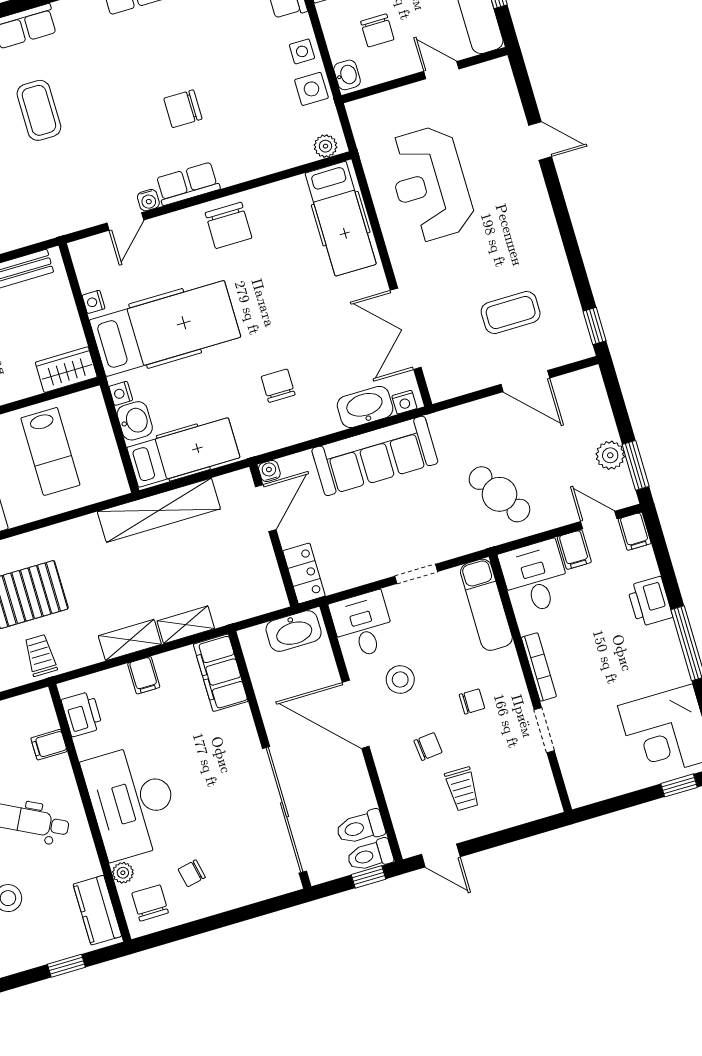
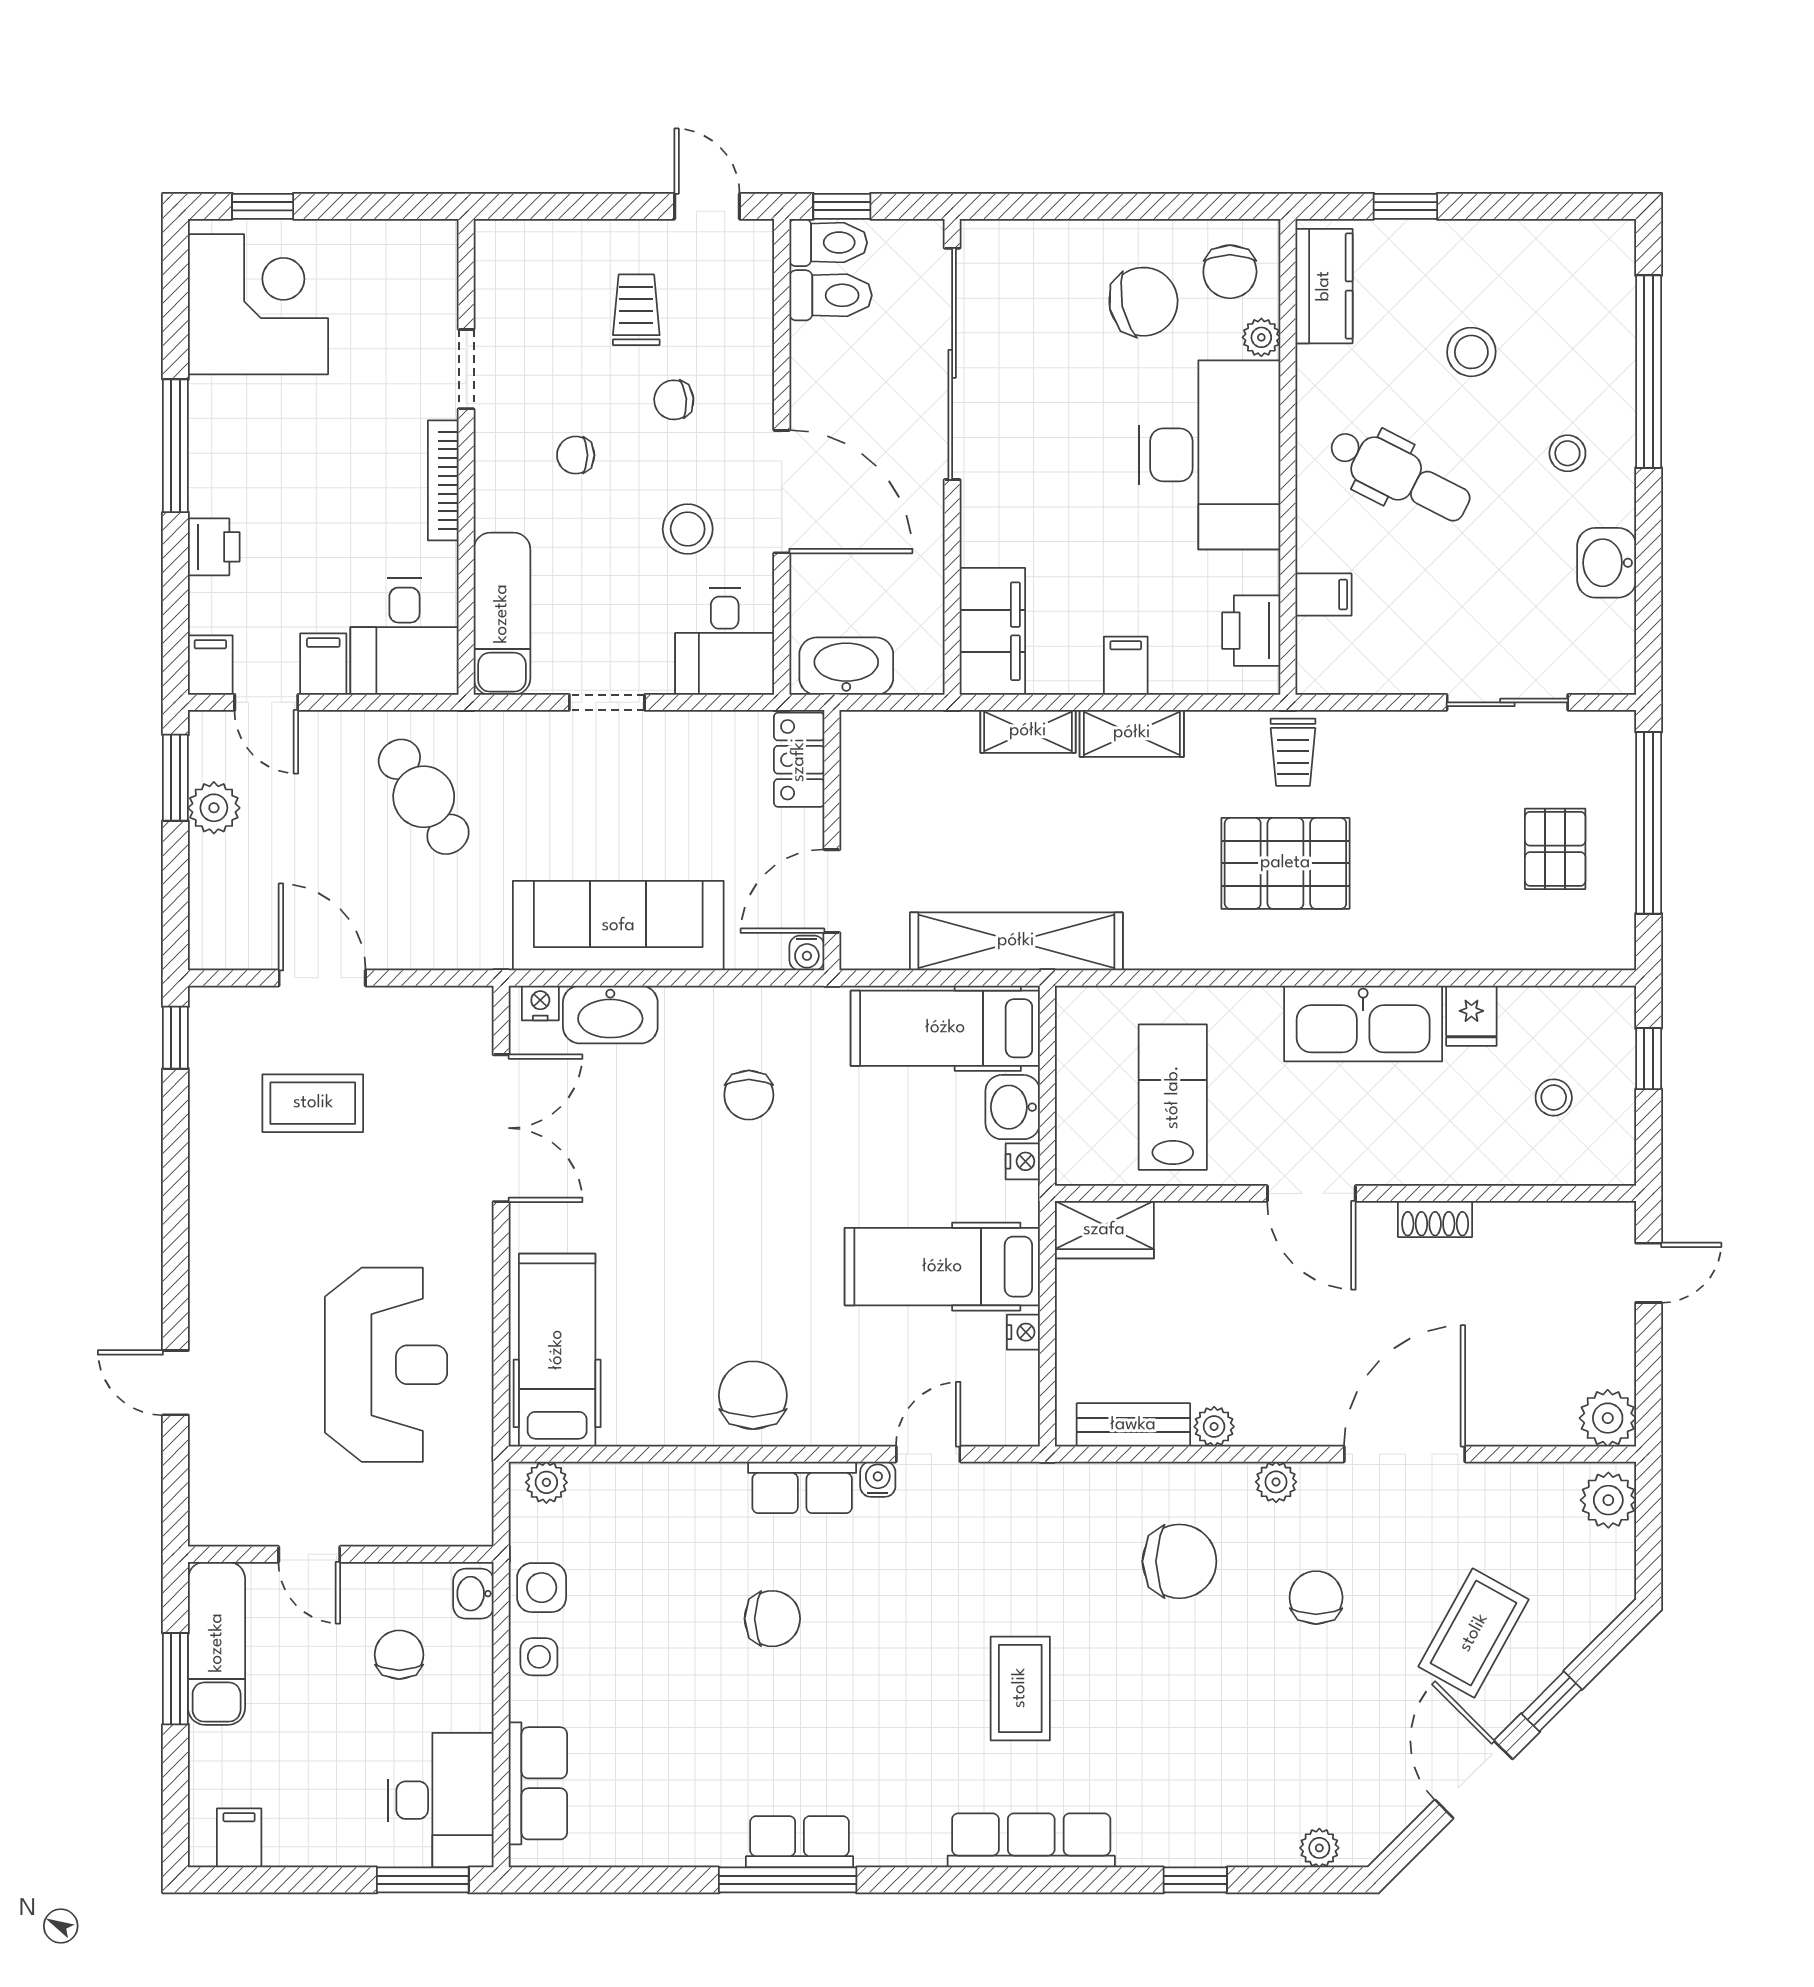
hospital bed: (165, 328) -> (942, 1267), width x0.73, depth x0.78
printer: (650, 602) -> (214, 547), width x0.73, depth x0.81
chair: (192, 873) -> (1143, 302), width x1.87, depth x1.87

